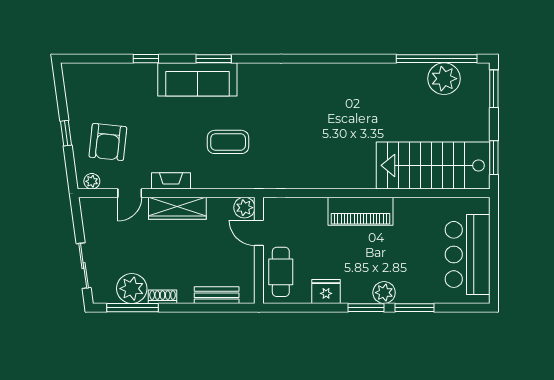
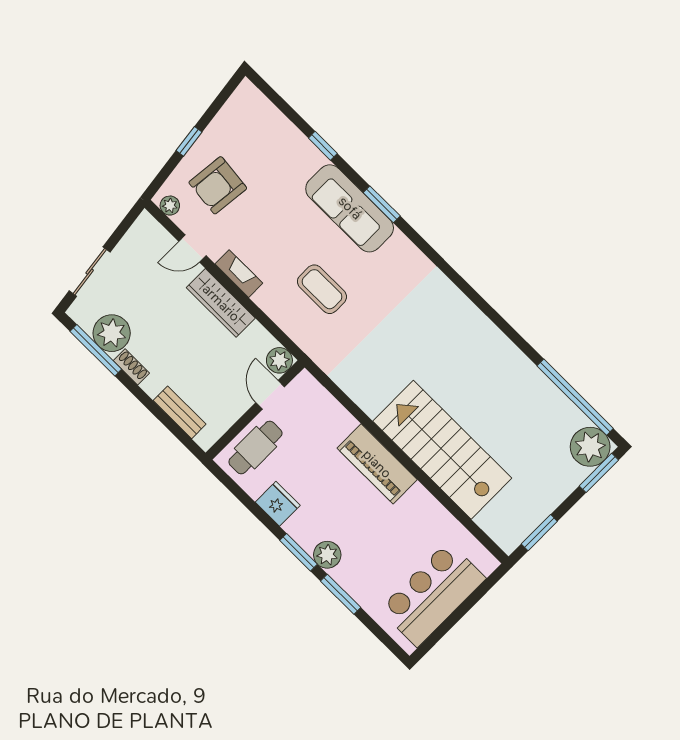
plant: (444, 79) -> (590, 447), moved
stairs: (433, 165) -> (442, 450), moved

